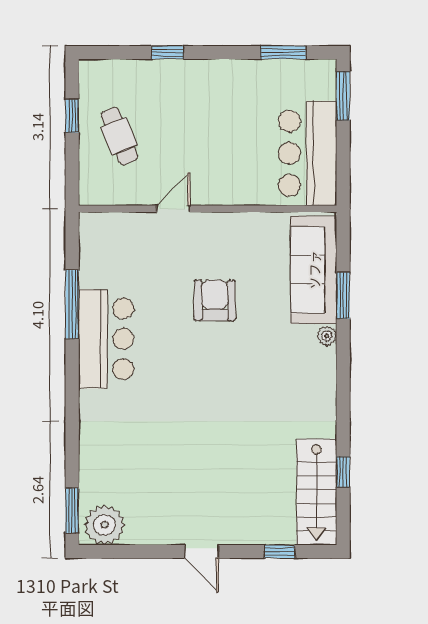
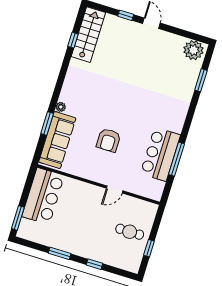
window: (283, 53) -> (60, 253), moved
cafe table: (119, 136) -> (130, 232), turned -68
bar counter: (106, 339) -> (160, 154), moved
window: (72, 511) -> (201, 80), moved
window: (280, 551) -> (126, 15), moved

